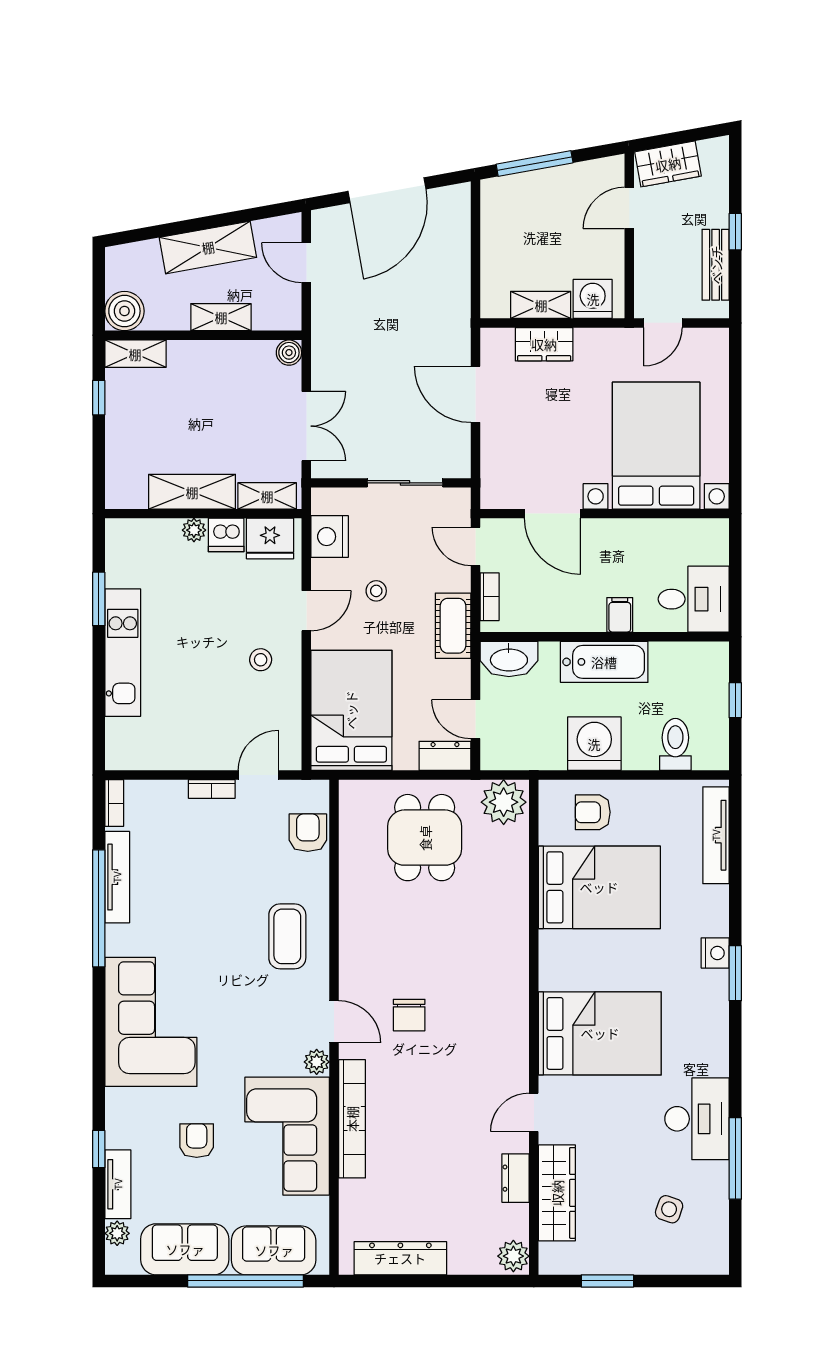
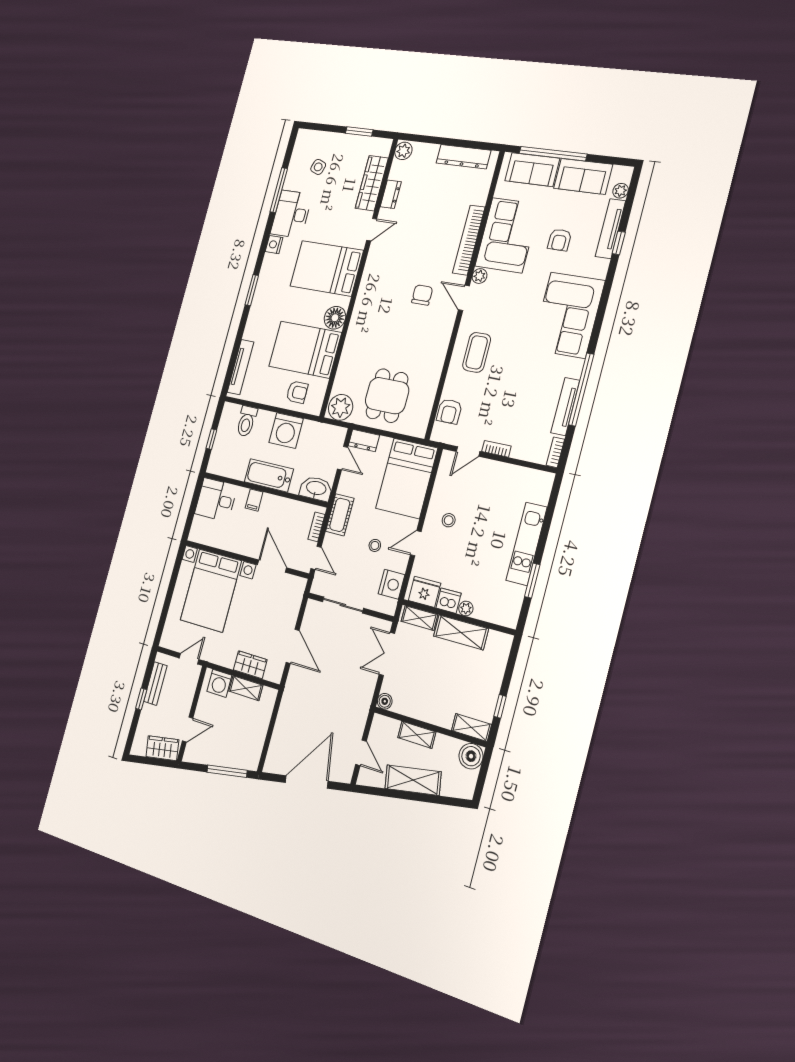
floor lamp: (559, 951) -> (335, 318), added
nightstand: (715, 953) -> (274, 245), moved
tv unit: (118, 1184) -> (610, 229), width x1.41

